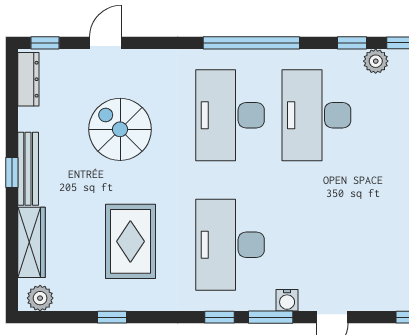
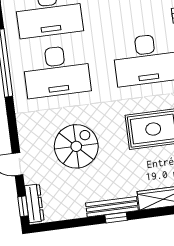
dresser: (28, 79) -> (34, 203), moved, turned 90
spiral stairs: (120, 129) -> (76, 146), turned 180

